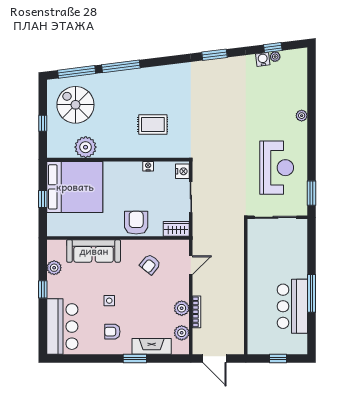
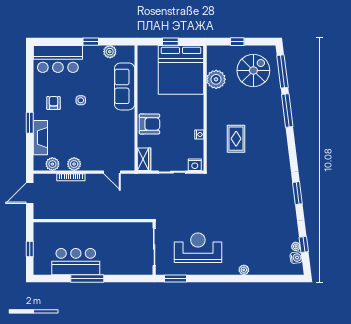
water cooler: (263, 59) -> (296, 258), moved
reception desk: (277, 168) -> (198, 248), turned 180
armchair: (150, 264) -> (113, 136), removed

